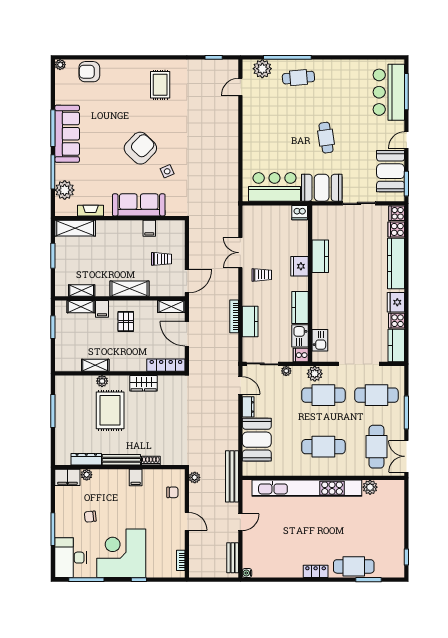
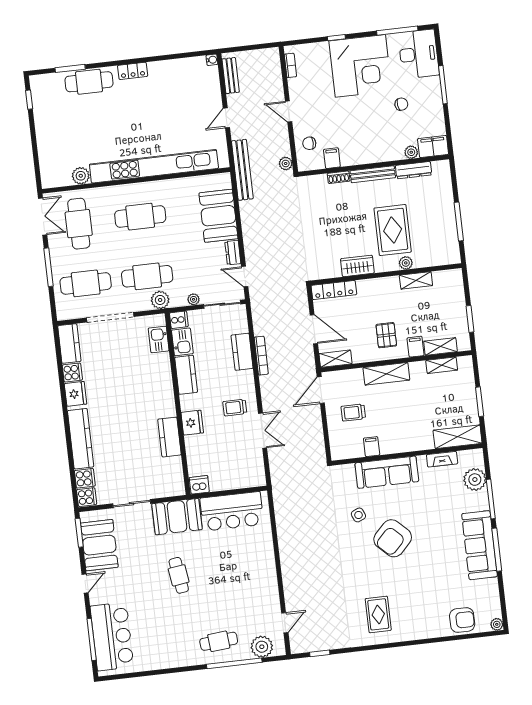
filing cabinet: (136, 478) -> (332, 158), moved

